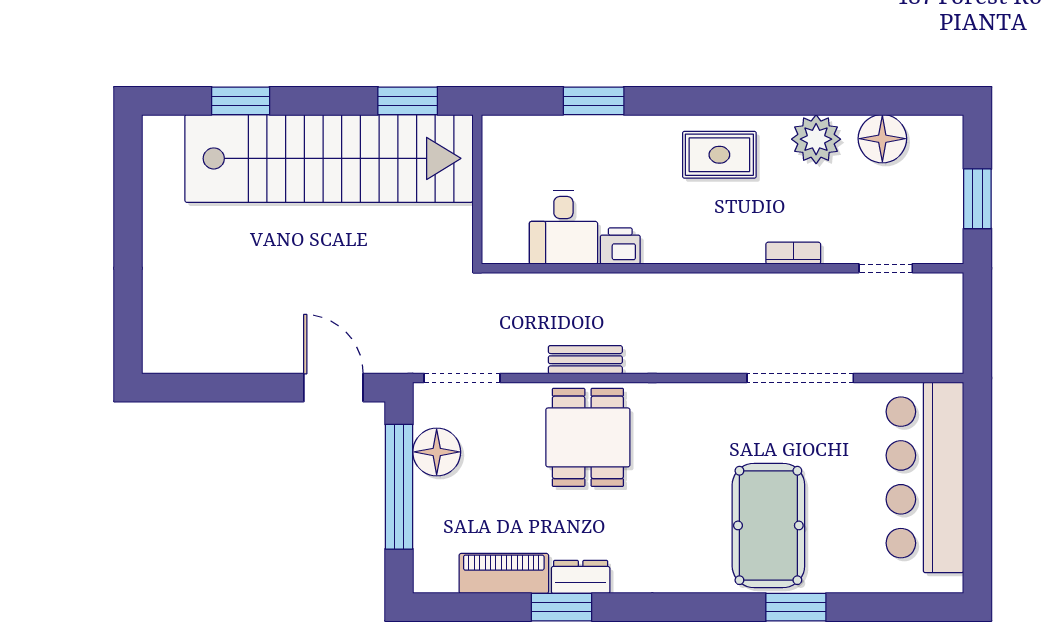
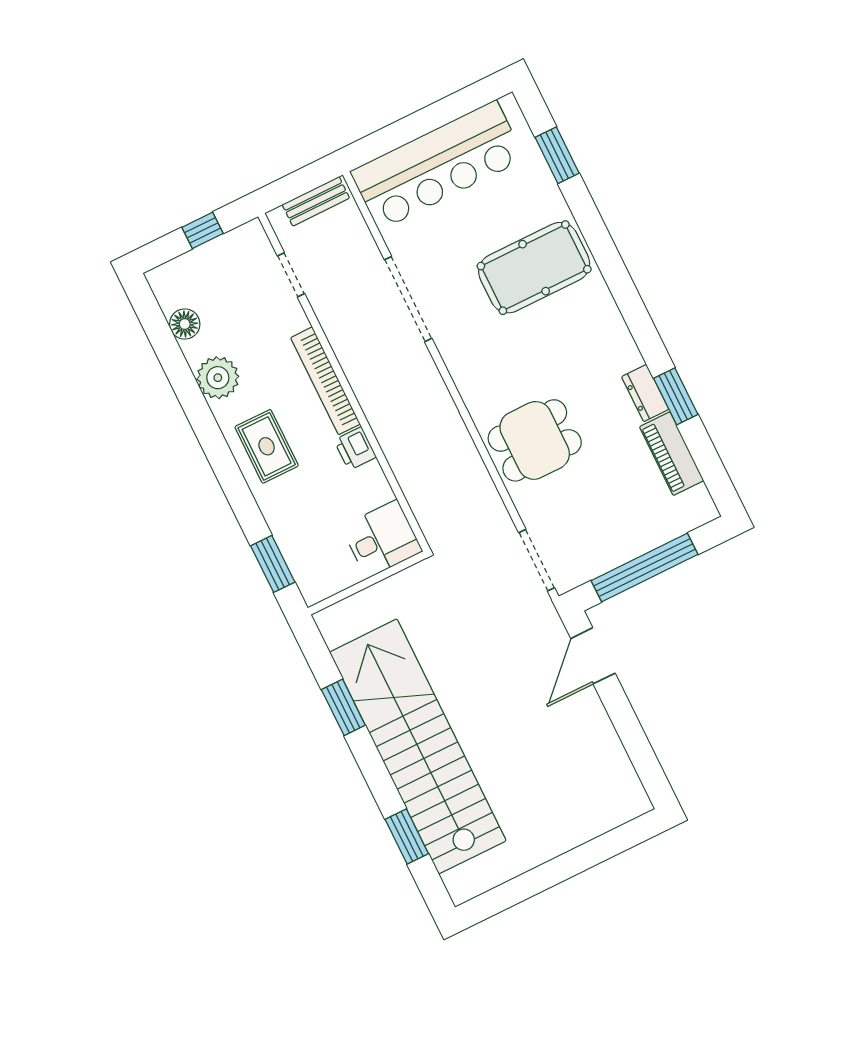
floor lamp: (882, 139) -> (185, 324), width x0.73, depth x0.73
wall: (477, 189) -> (367, 583), moved
window: (977, 199) -> (203, 230), width x0.67
printer: (620, 246) -> (355, 449), moved
bookcase: (793, 253) -> (325, 381), width x2.31, depth x1.31
bench: (585, 360) -> (316, 201), moved, turned 90
floor lamp: (437, 452) -> (603, 552), removed
window: (796, 607) -> (557, 155), moved

